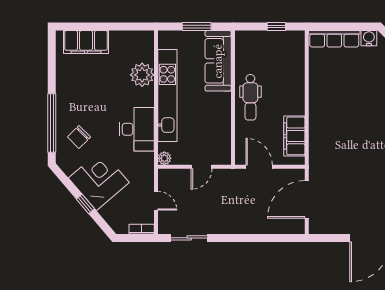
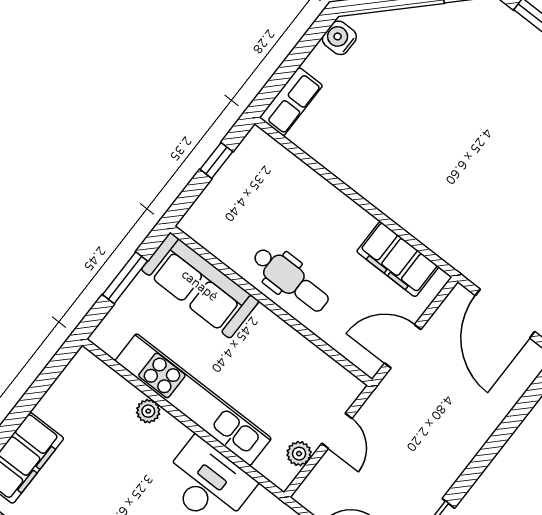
row of seats: (334, 39) -> (291, 102), width x0.68
plant: (142, 75) -> (148, 411), width x0.53, depth x0.53
plant: (164, 158) -> (299, 454), moved

